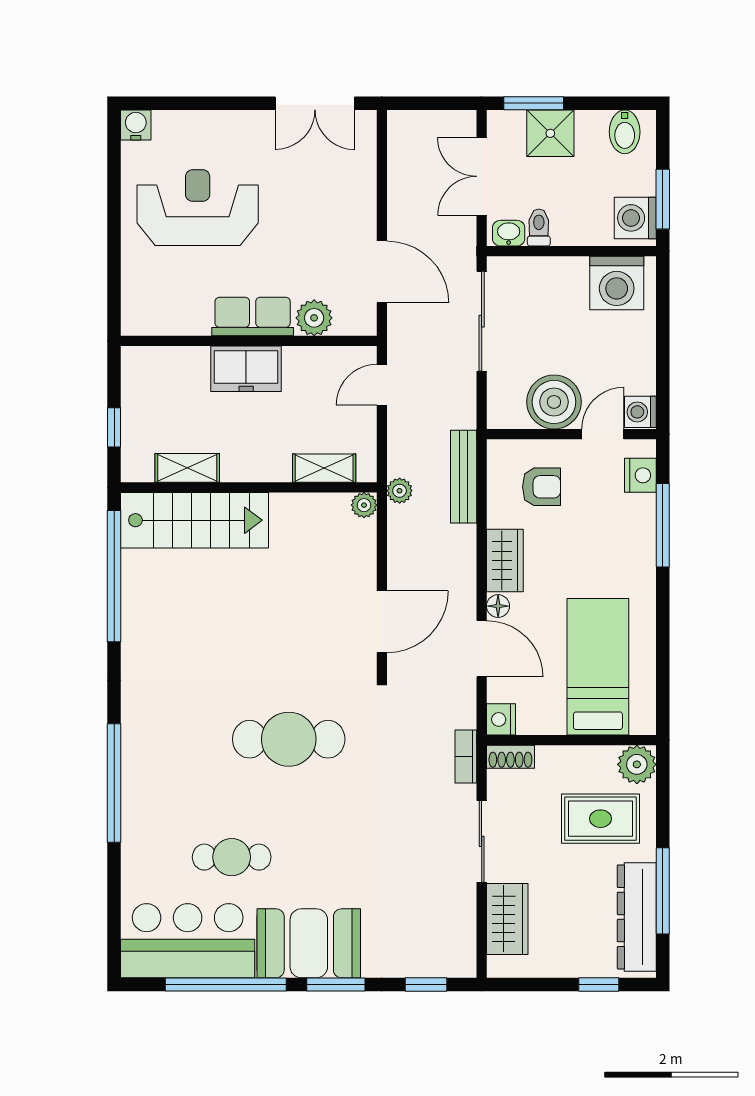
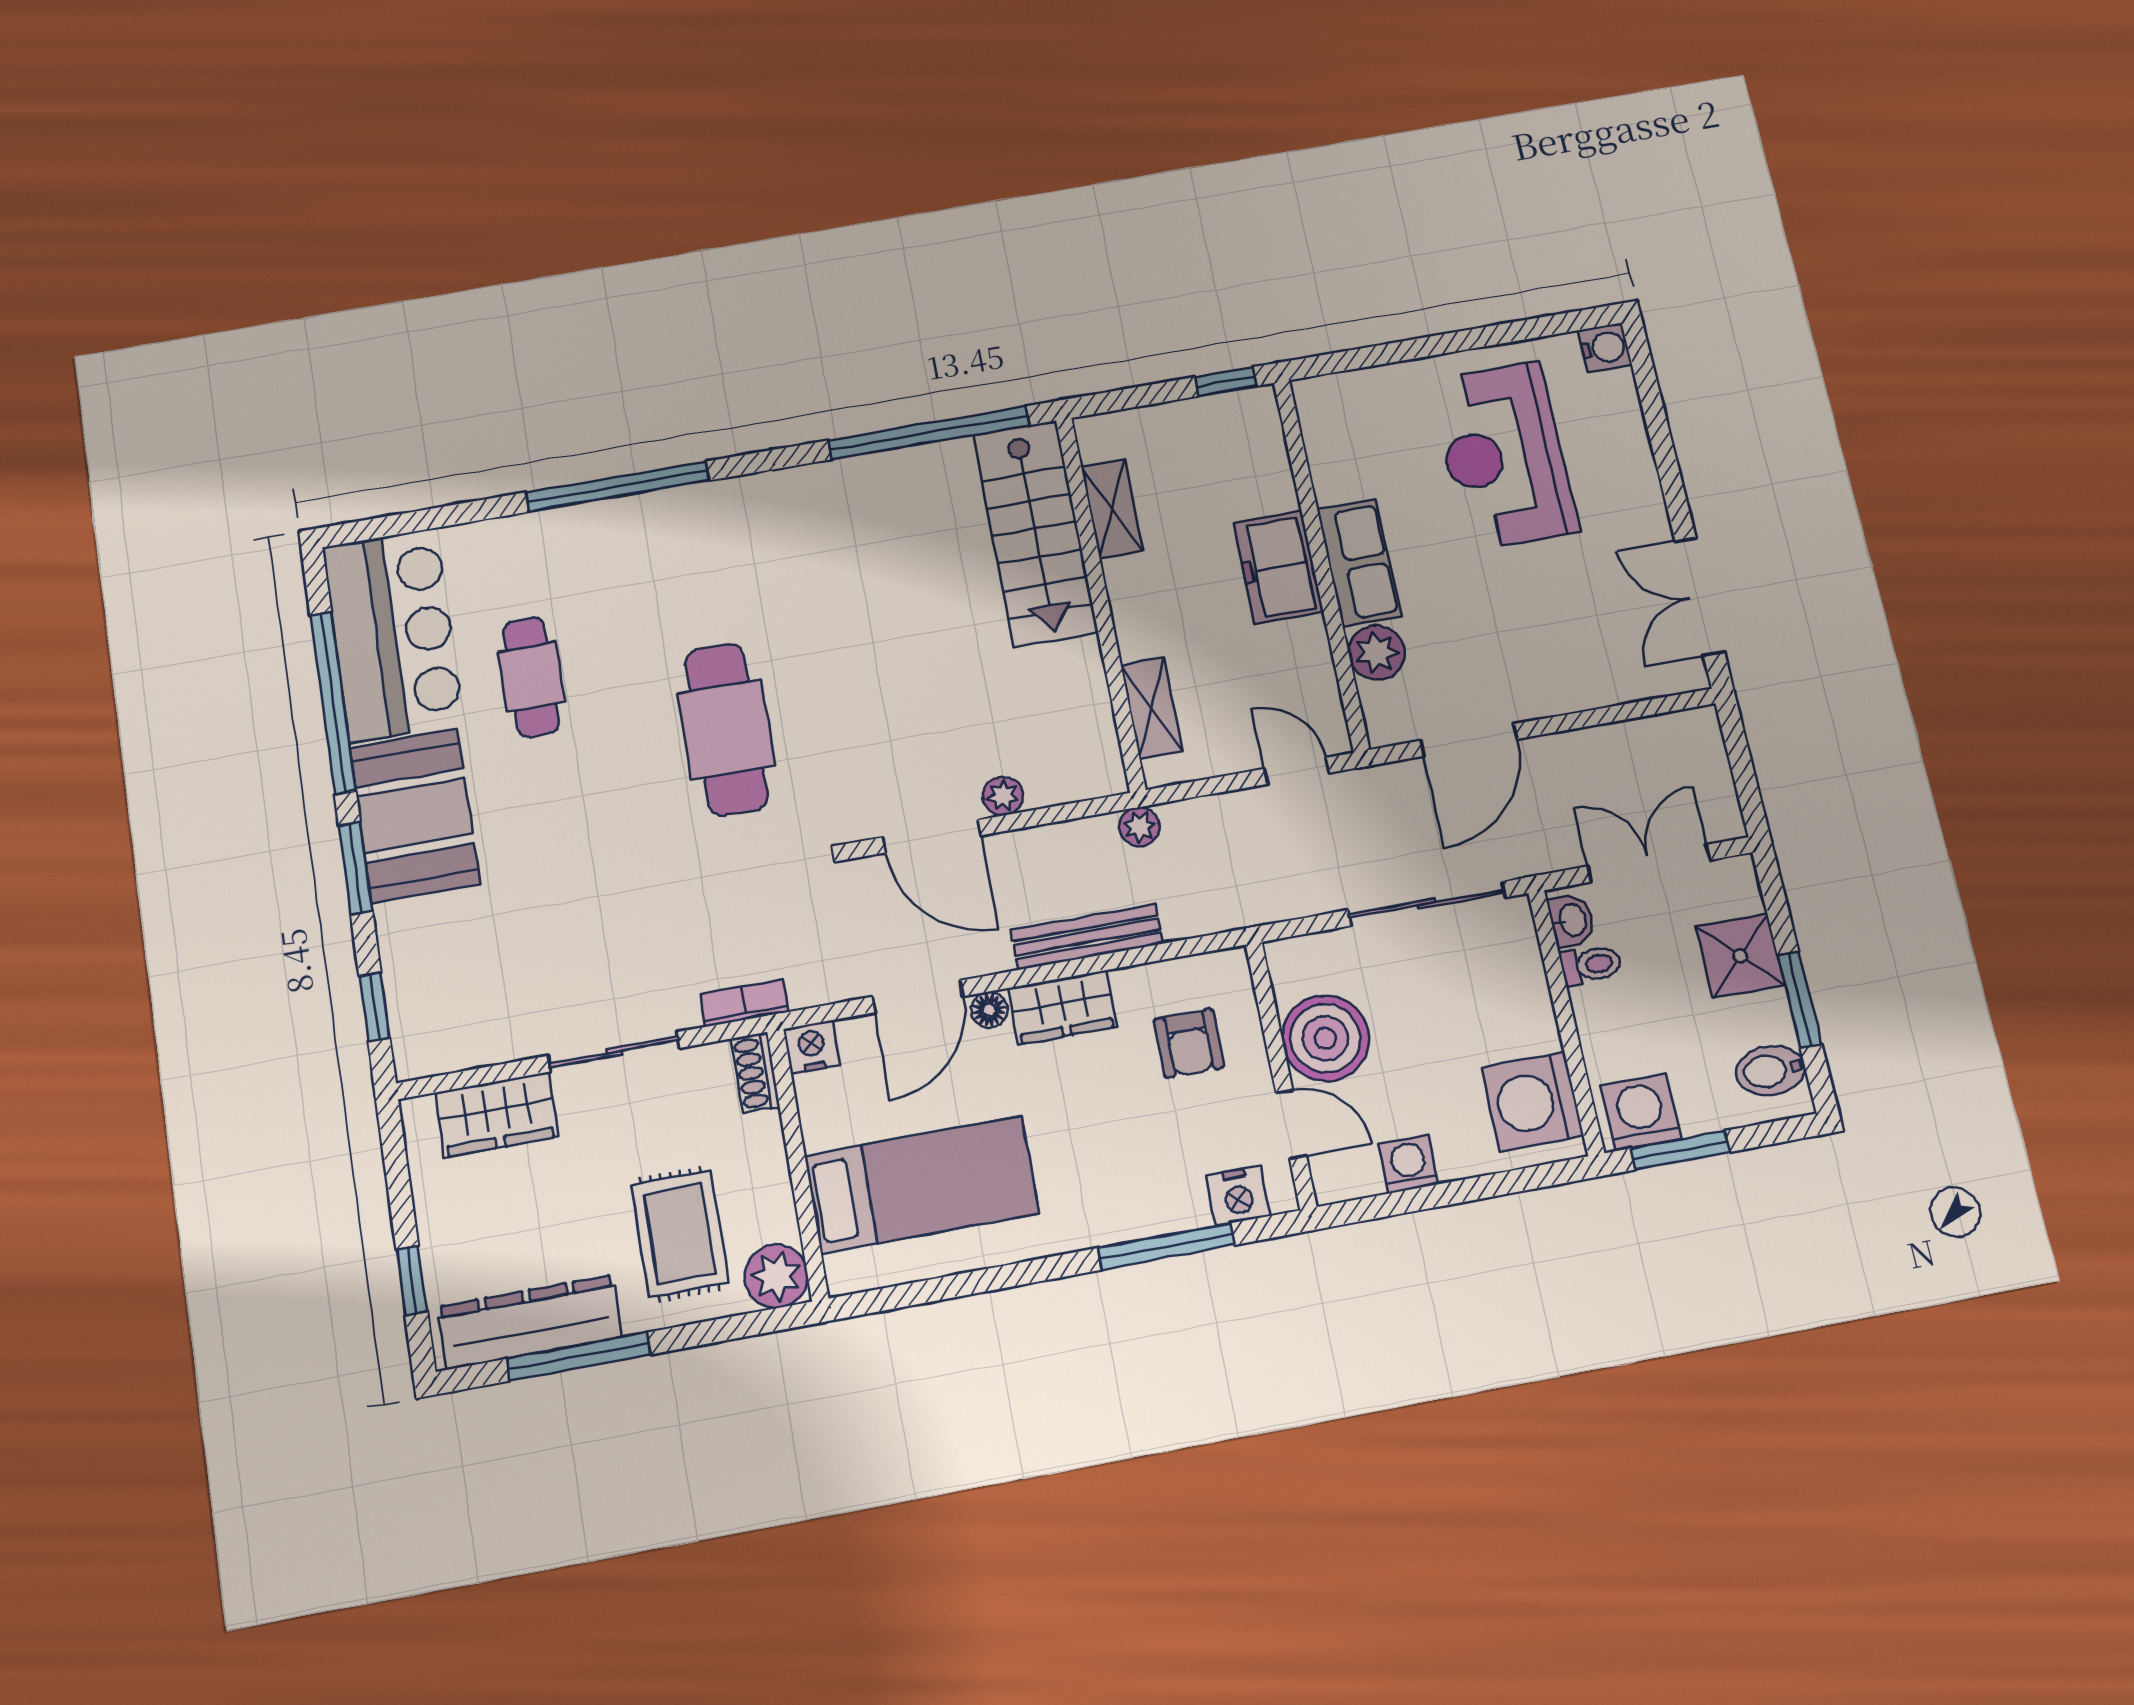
window: (534, 103) -> (1800, 1000), moved
reception desk: (198, 208) -> (1504, 456), turned 180
washing machine: (640, 412) -> (1408, 1164), moved
window: (114, 427) -> (1226, 382), moved
bench: (464, 477) -> (1087, 937), moved
plant: (364, 505) -> (1003, 796), moved

